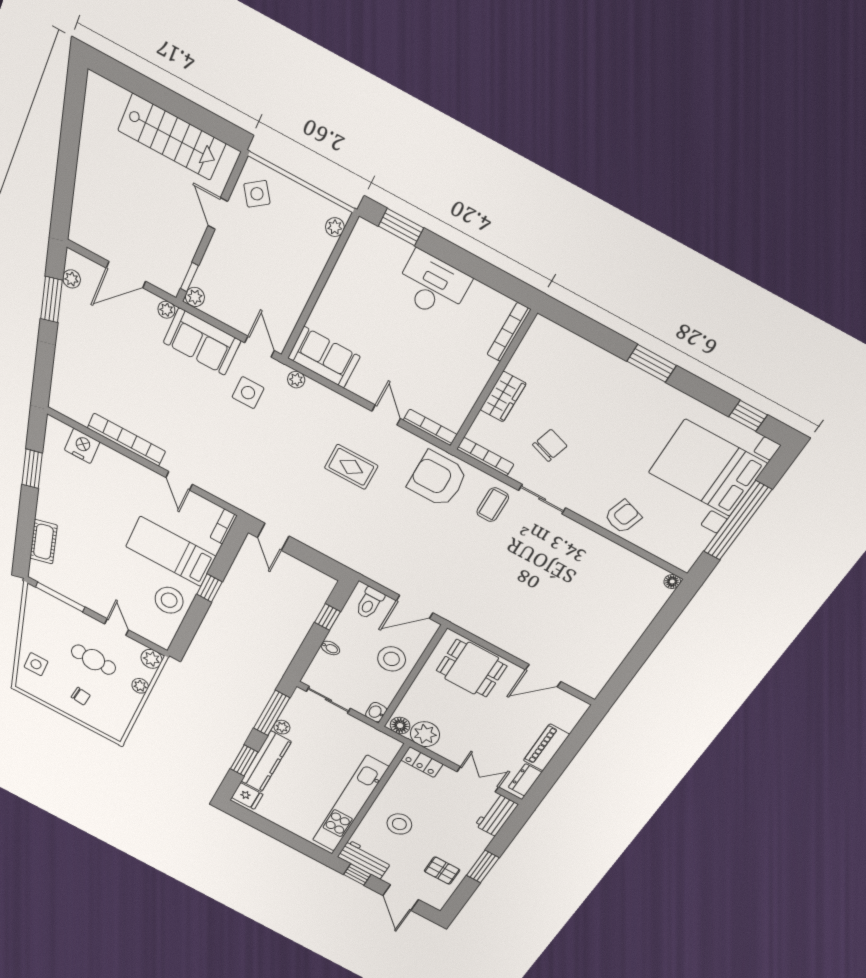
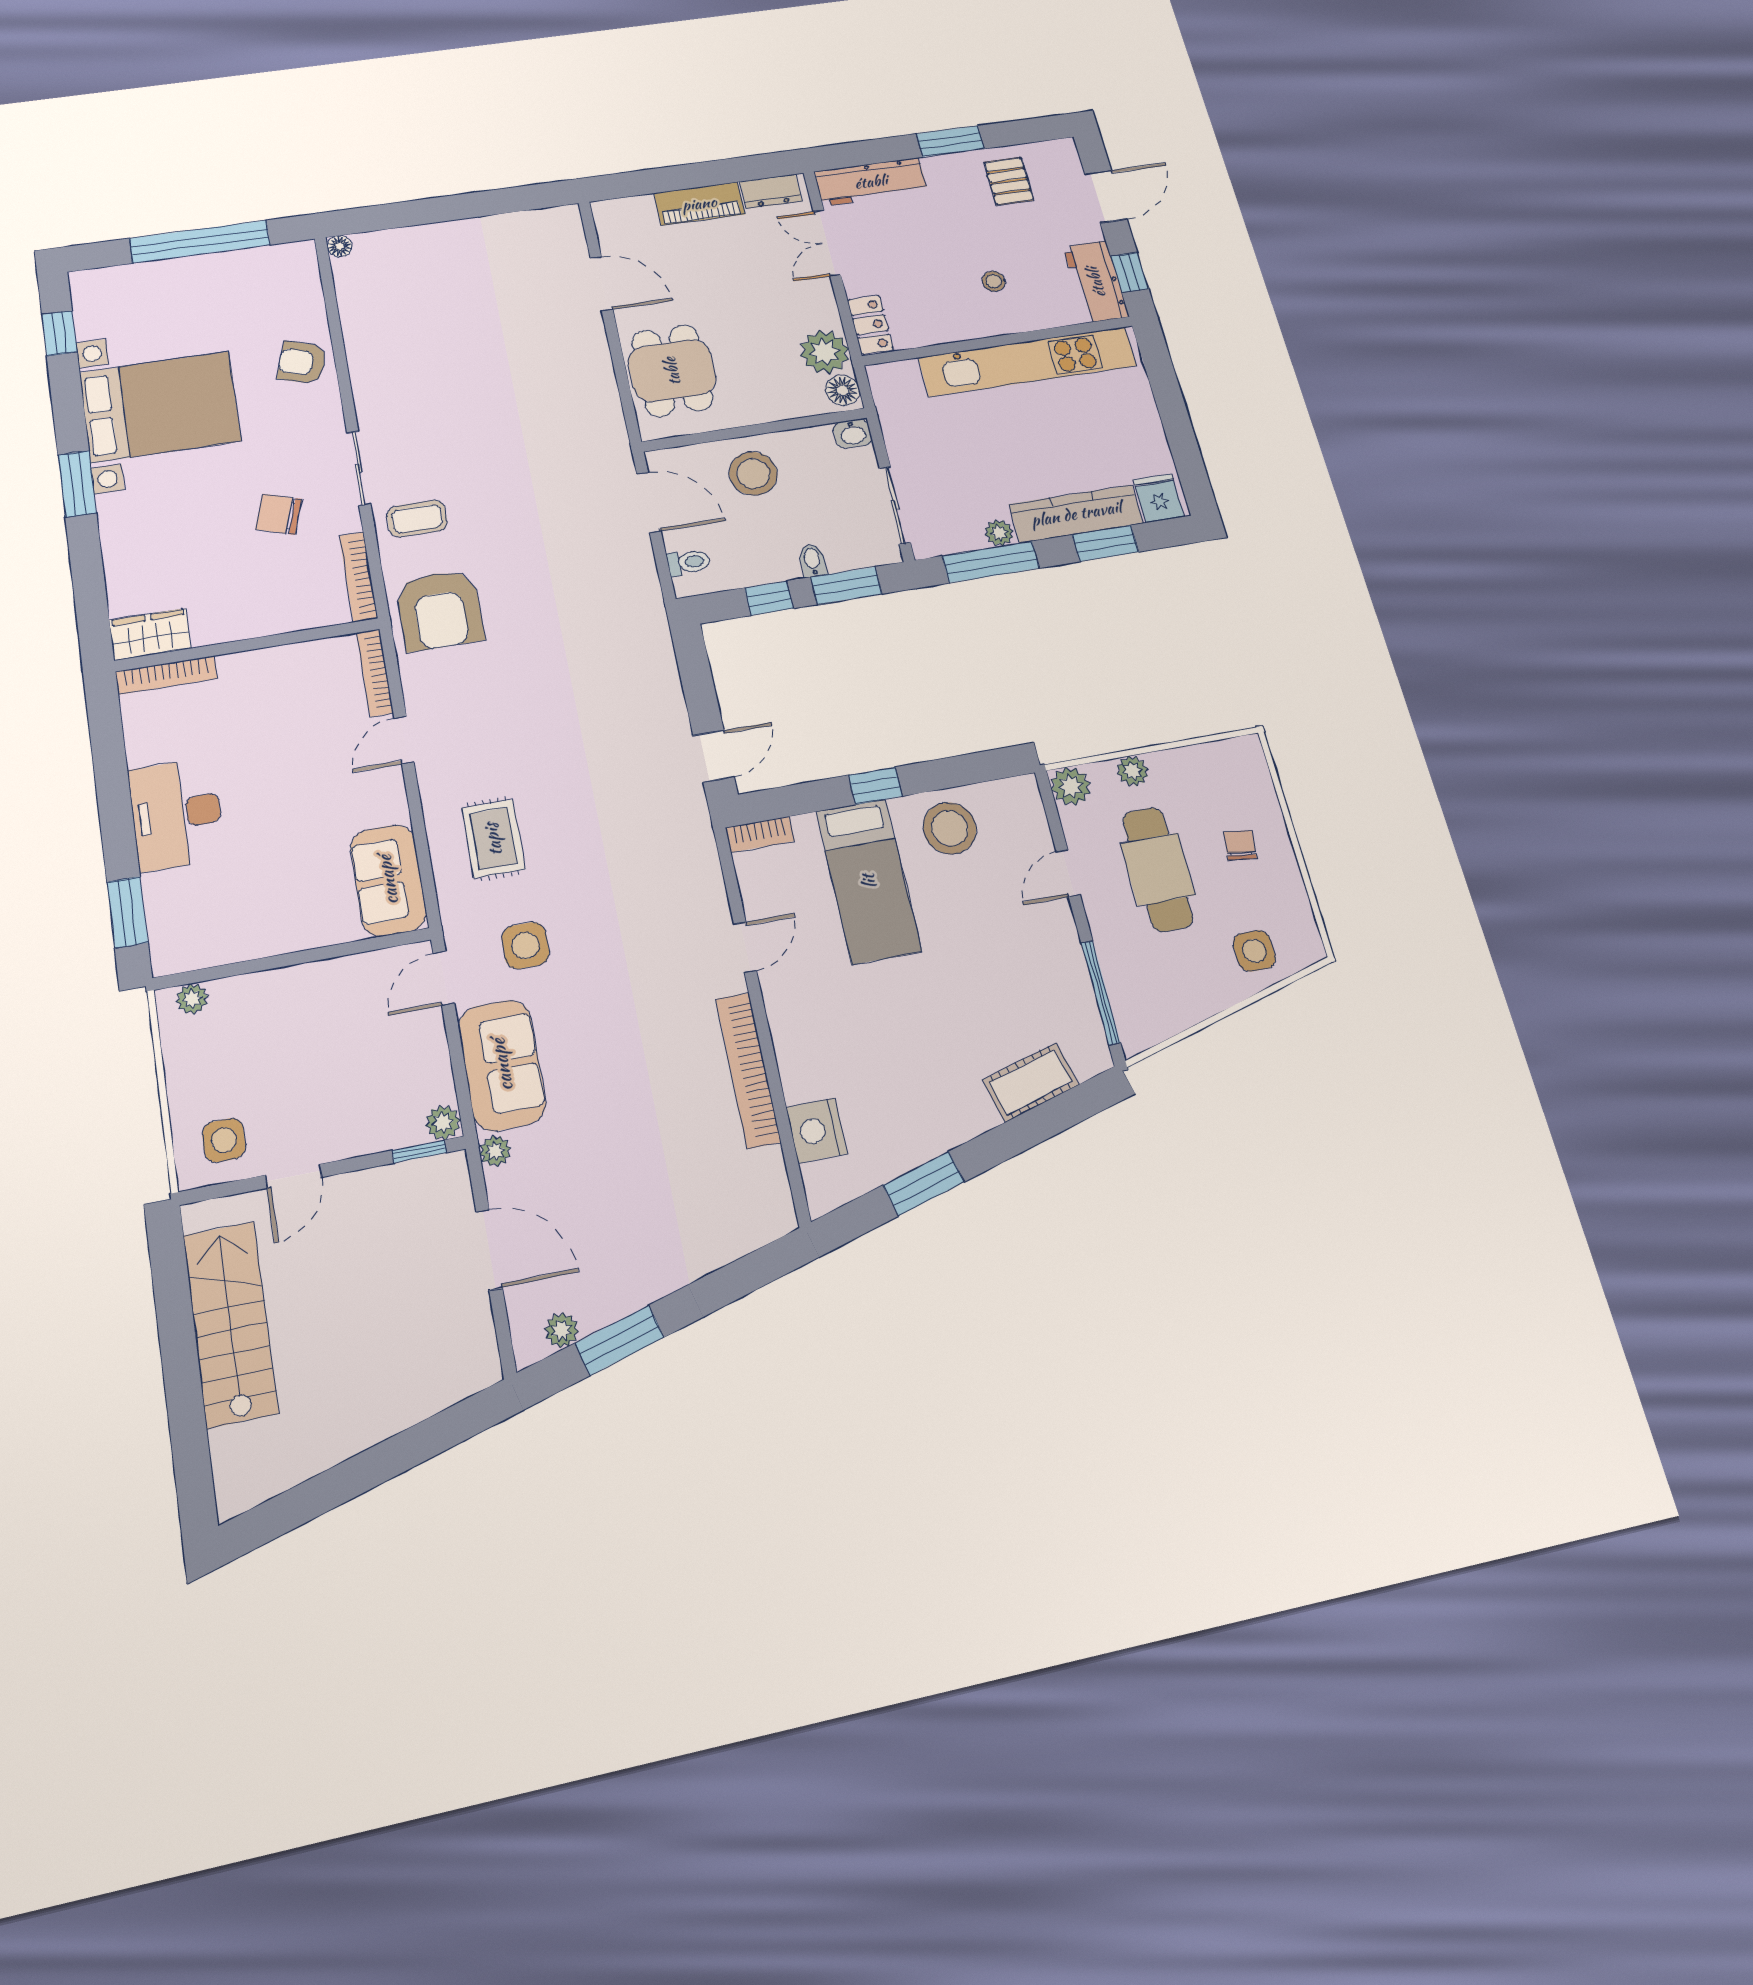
side table: (257, 194) -> (224, 1140), turned 36
plant: (296, 380) -> (451, 894), removed
wardrobe: (503, 397) -> (150, 634), moved
rug: (351, 467) -> (493, 839), moved
bed with nightstands: (708, 468) -> (160, 407), moved, turned -90
toilet: (369, 603) -> (689, 562), width x0.73, depth x0.72
window: (308, 651) -> (846, 586), added
cafe table: (93, 660) -> (1158, 869), width x1.37, depth x1.35
workbench: (496, 815) -> (871, 182), width x1.38
stool: (399, 824) -> (994, 281), width x0.53, depth x0.53

